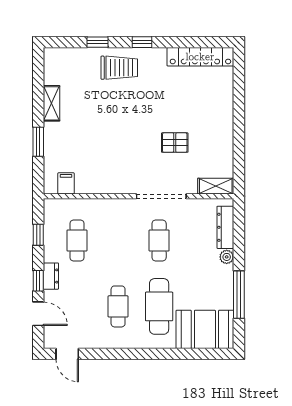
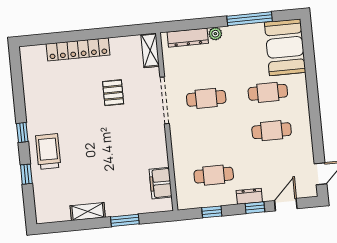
locker: (200, 57) -> (78, 49), moved, turned 90
filing cabinet: (66, 183) -> (161, 183), width x2.00
cafe table: (159, 306) -> (268, 92), width x0.73, depth x0.74

